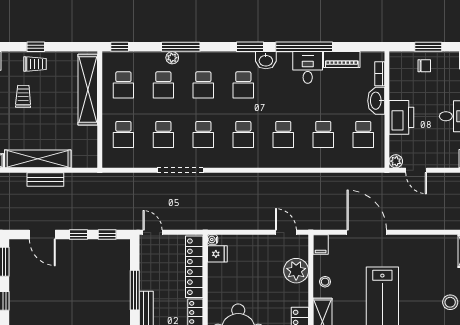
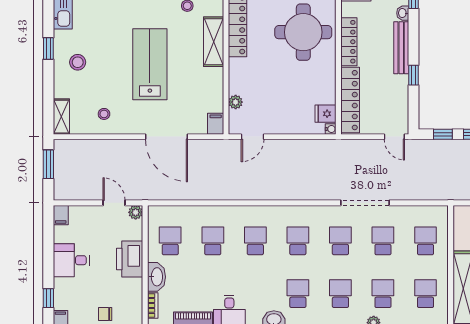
door: (286, 232) -> (253, 137), hinge flipped
plant: (296, 271) -> (236, 102), width x0.53, depth x0.53
stool: (325, 282) -> (104, 114), moved
window: (135, 290) -> (413, 75), width x0.46

